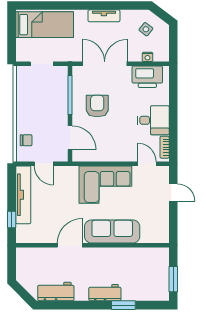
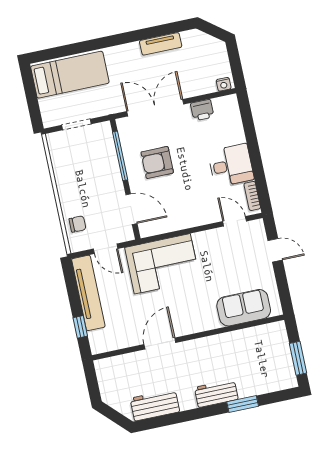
tv unit: (104, 16) -> (161, 44), moved
side table: (146, 29) -> (198, 54), removed
nightstand: (147, 57) -> (224, 84), moved
printer: (147, 77) -> (202, 110), width x0.53, depth x0.68
armchair: (97, 106) -> (157, 162), turned -90
corner sofa: (105, 185) -> (162, 264), moved
sofa: (112, 231) -> (244, 308), moved, width x0.73

